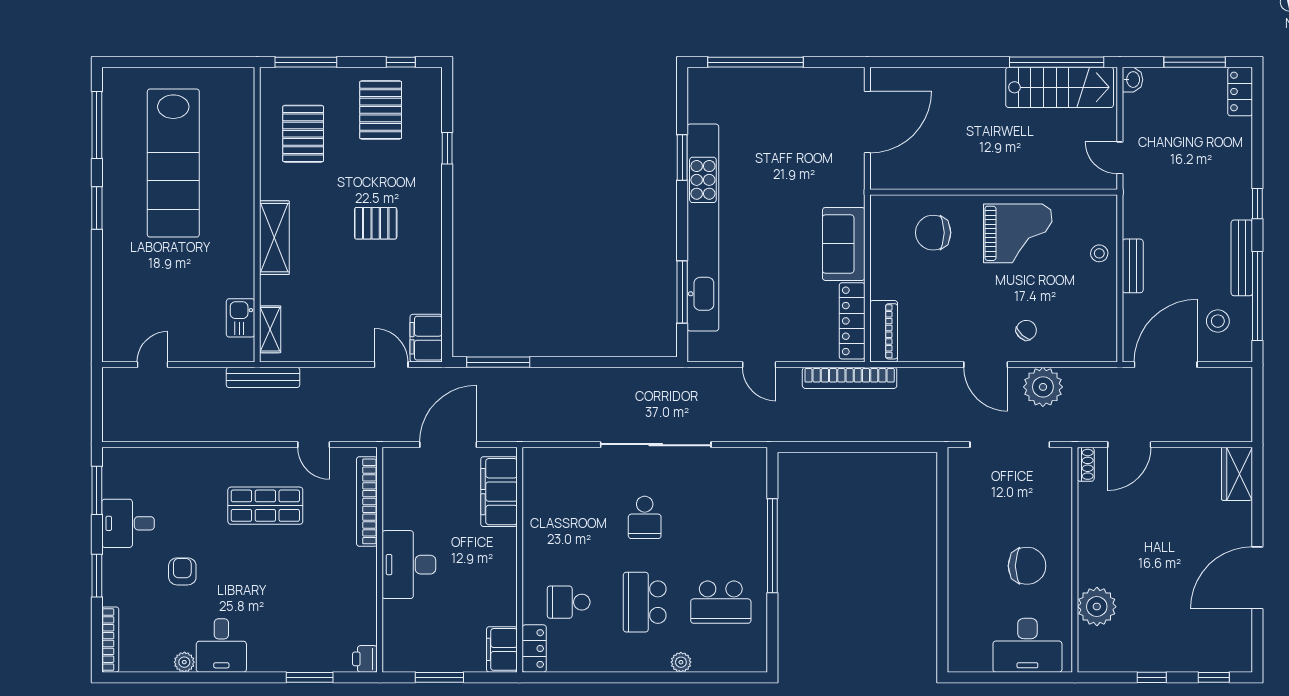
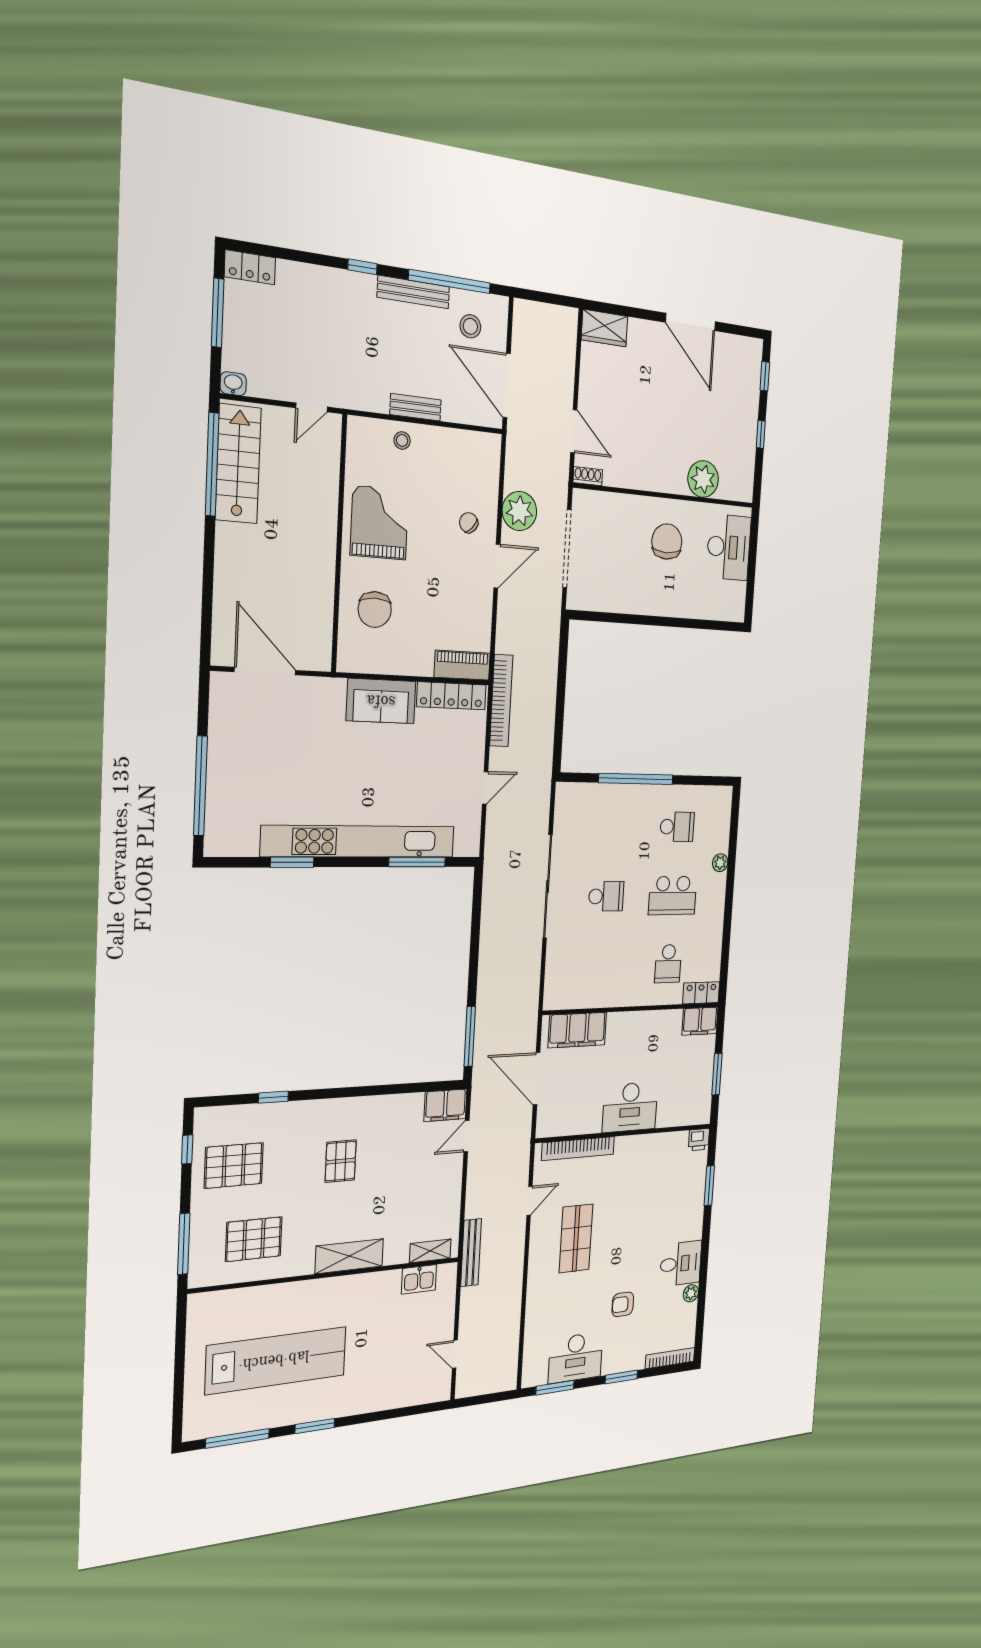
desk: (128, 523) -> (576, 1358), width x1.37
school desk: (721, 602) -> (677, 827), width x0.54

